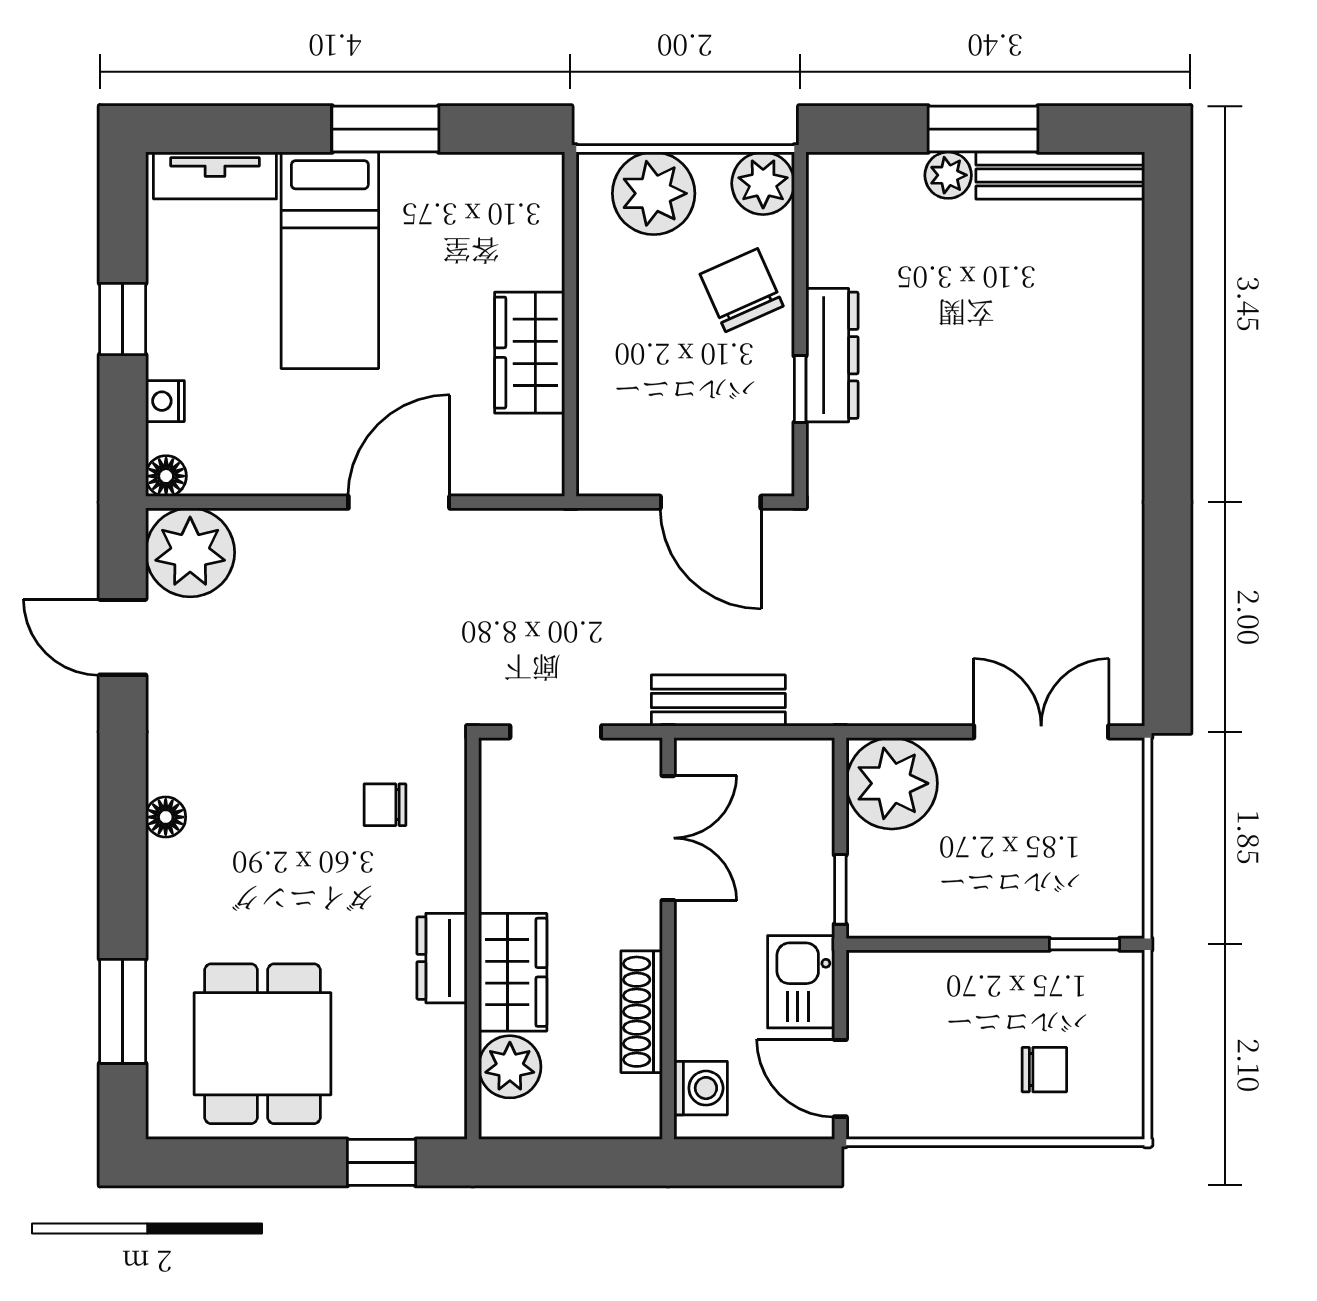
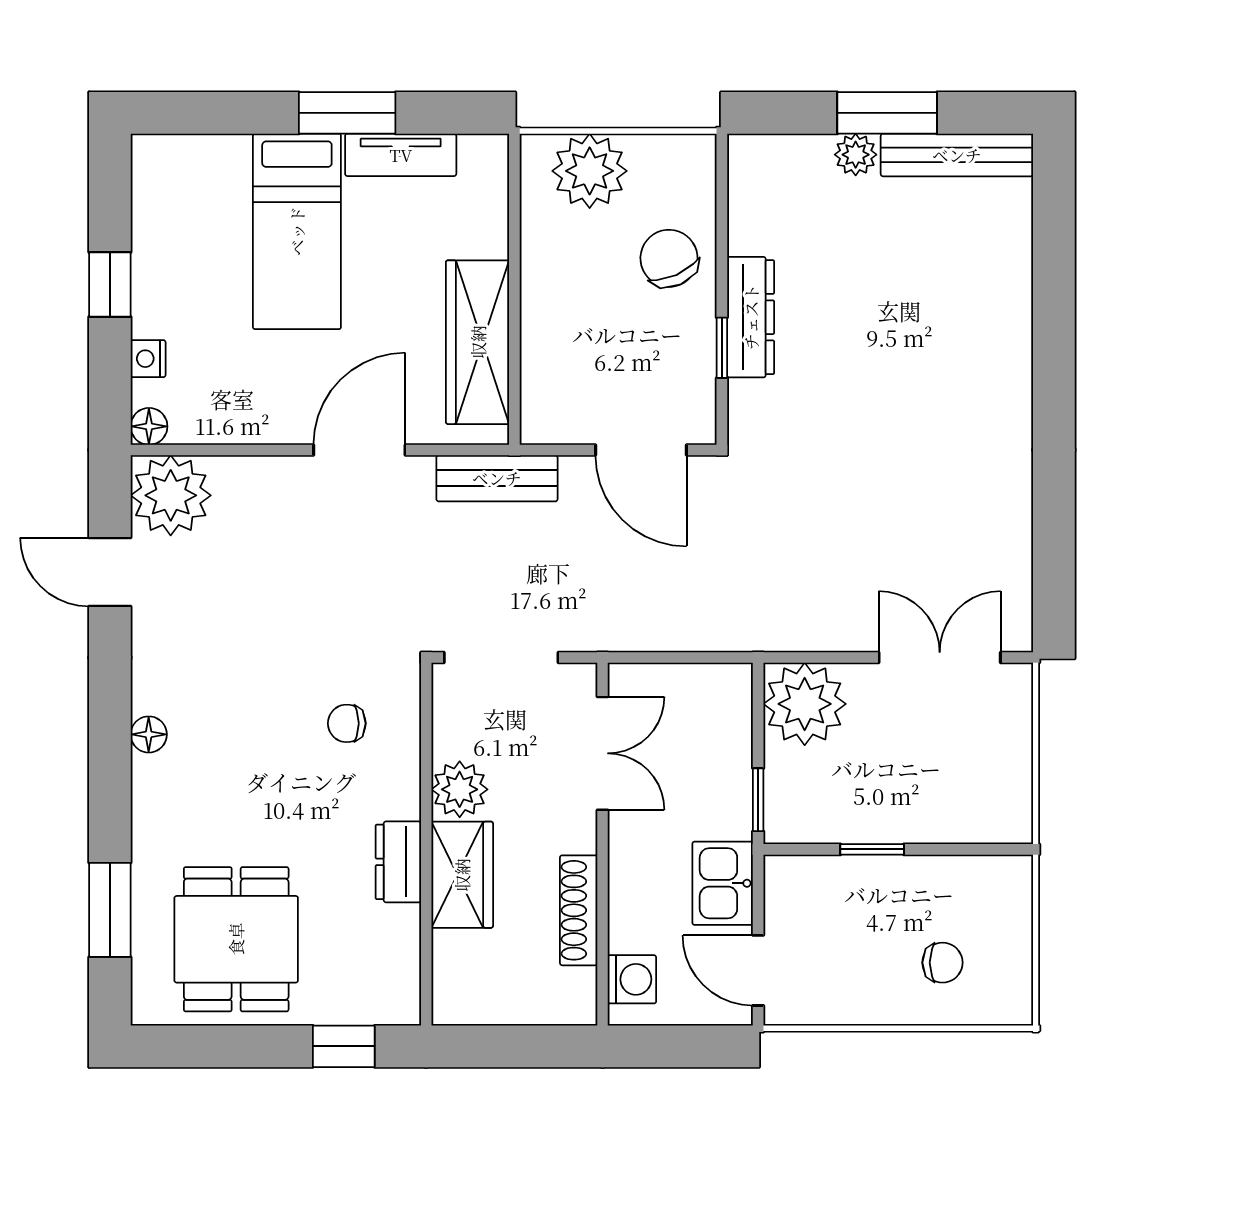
tv unit: (215, 175) -> (401, 155), moved
plant: (763, 183) -> (688, 162), removed
wardrobe: (530, 353) -> (478, 342), width x1.50
bench: (718, 701) -> (497, 478), moved
doorway: (556, 732) -> (501, 657), width x1.38
window: (1085, 944) -> (872, 849), moved
plant: (510, 1067) -> (460, 789), moved

